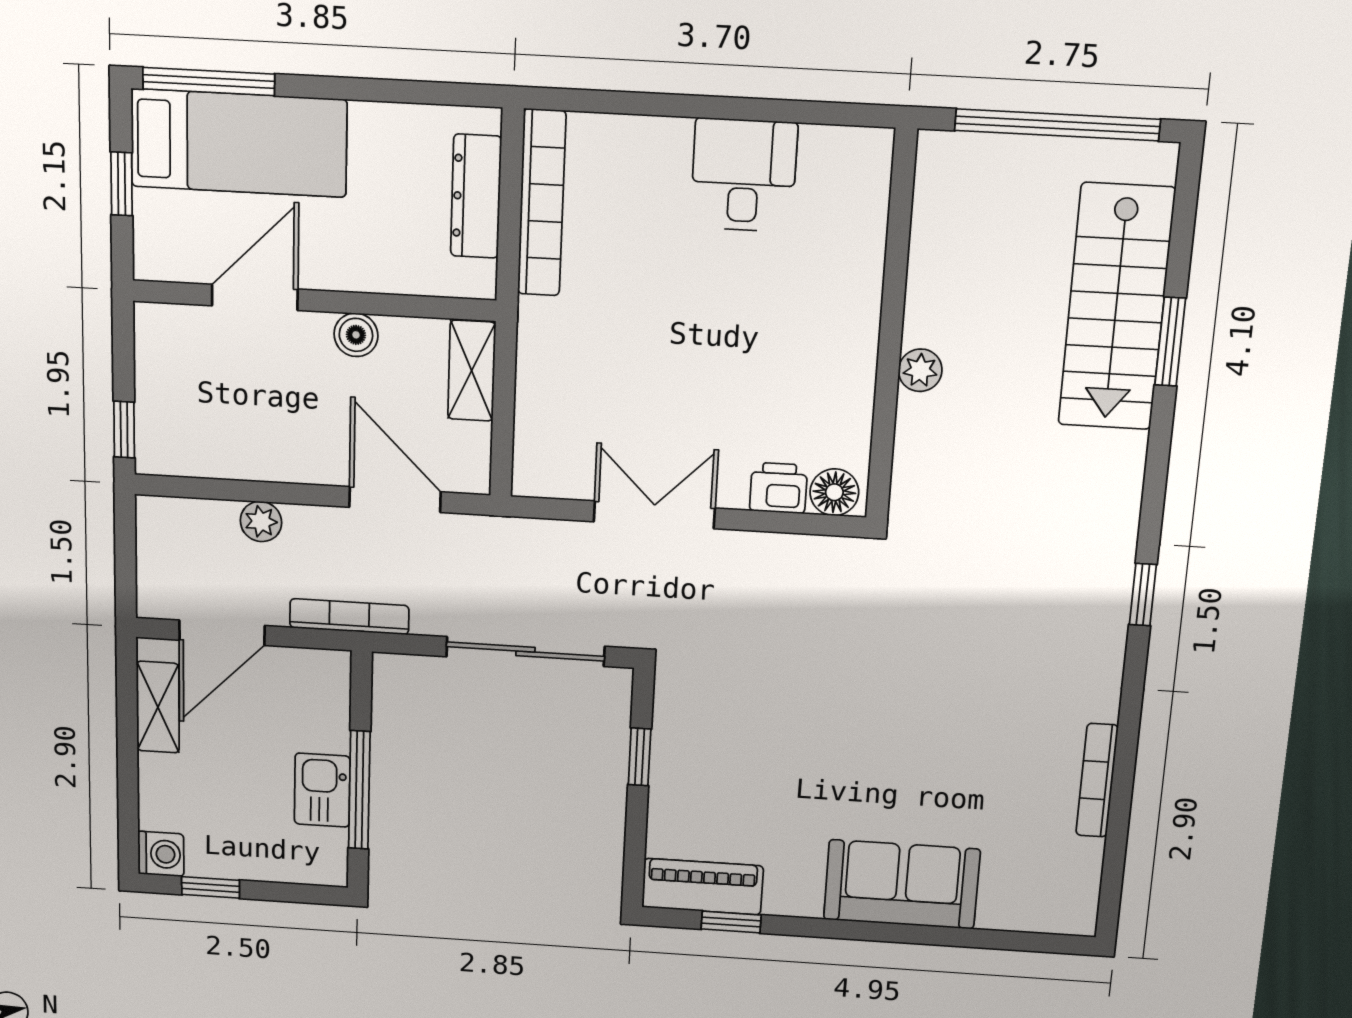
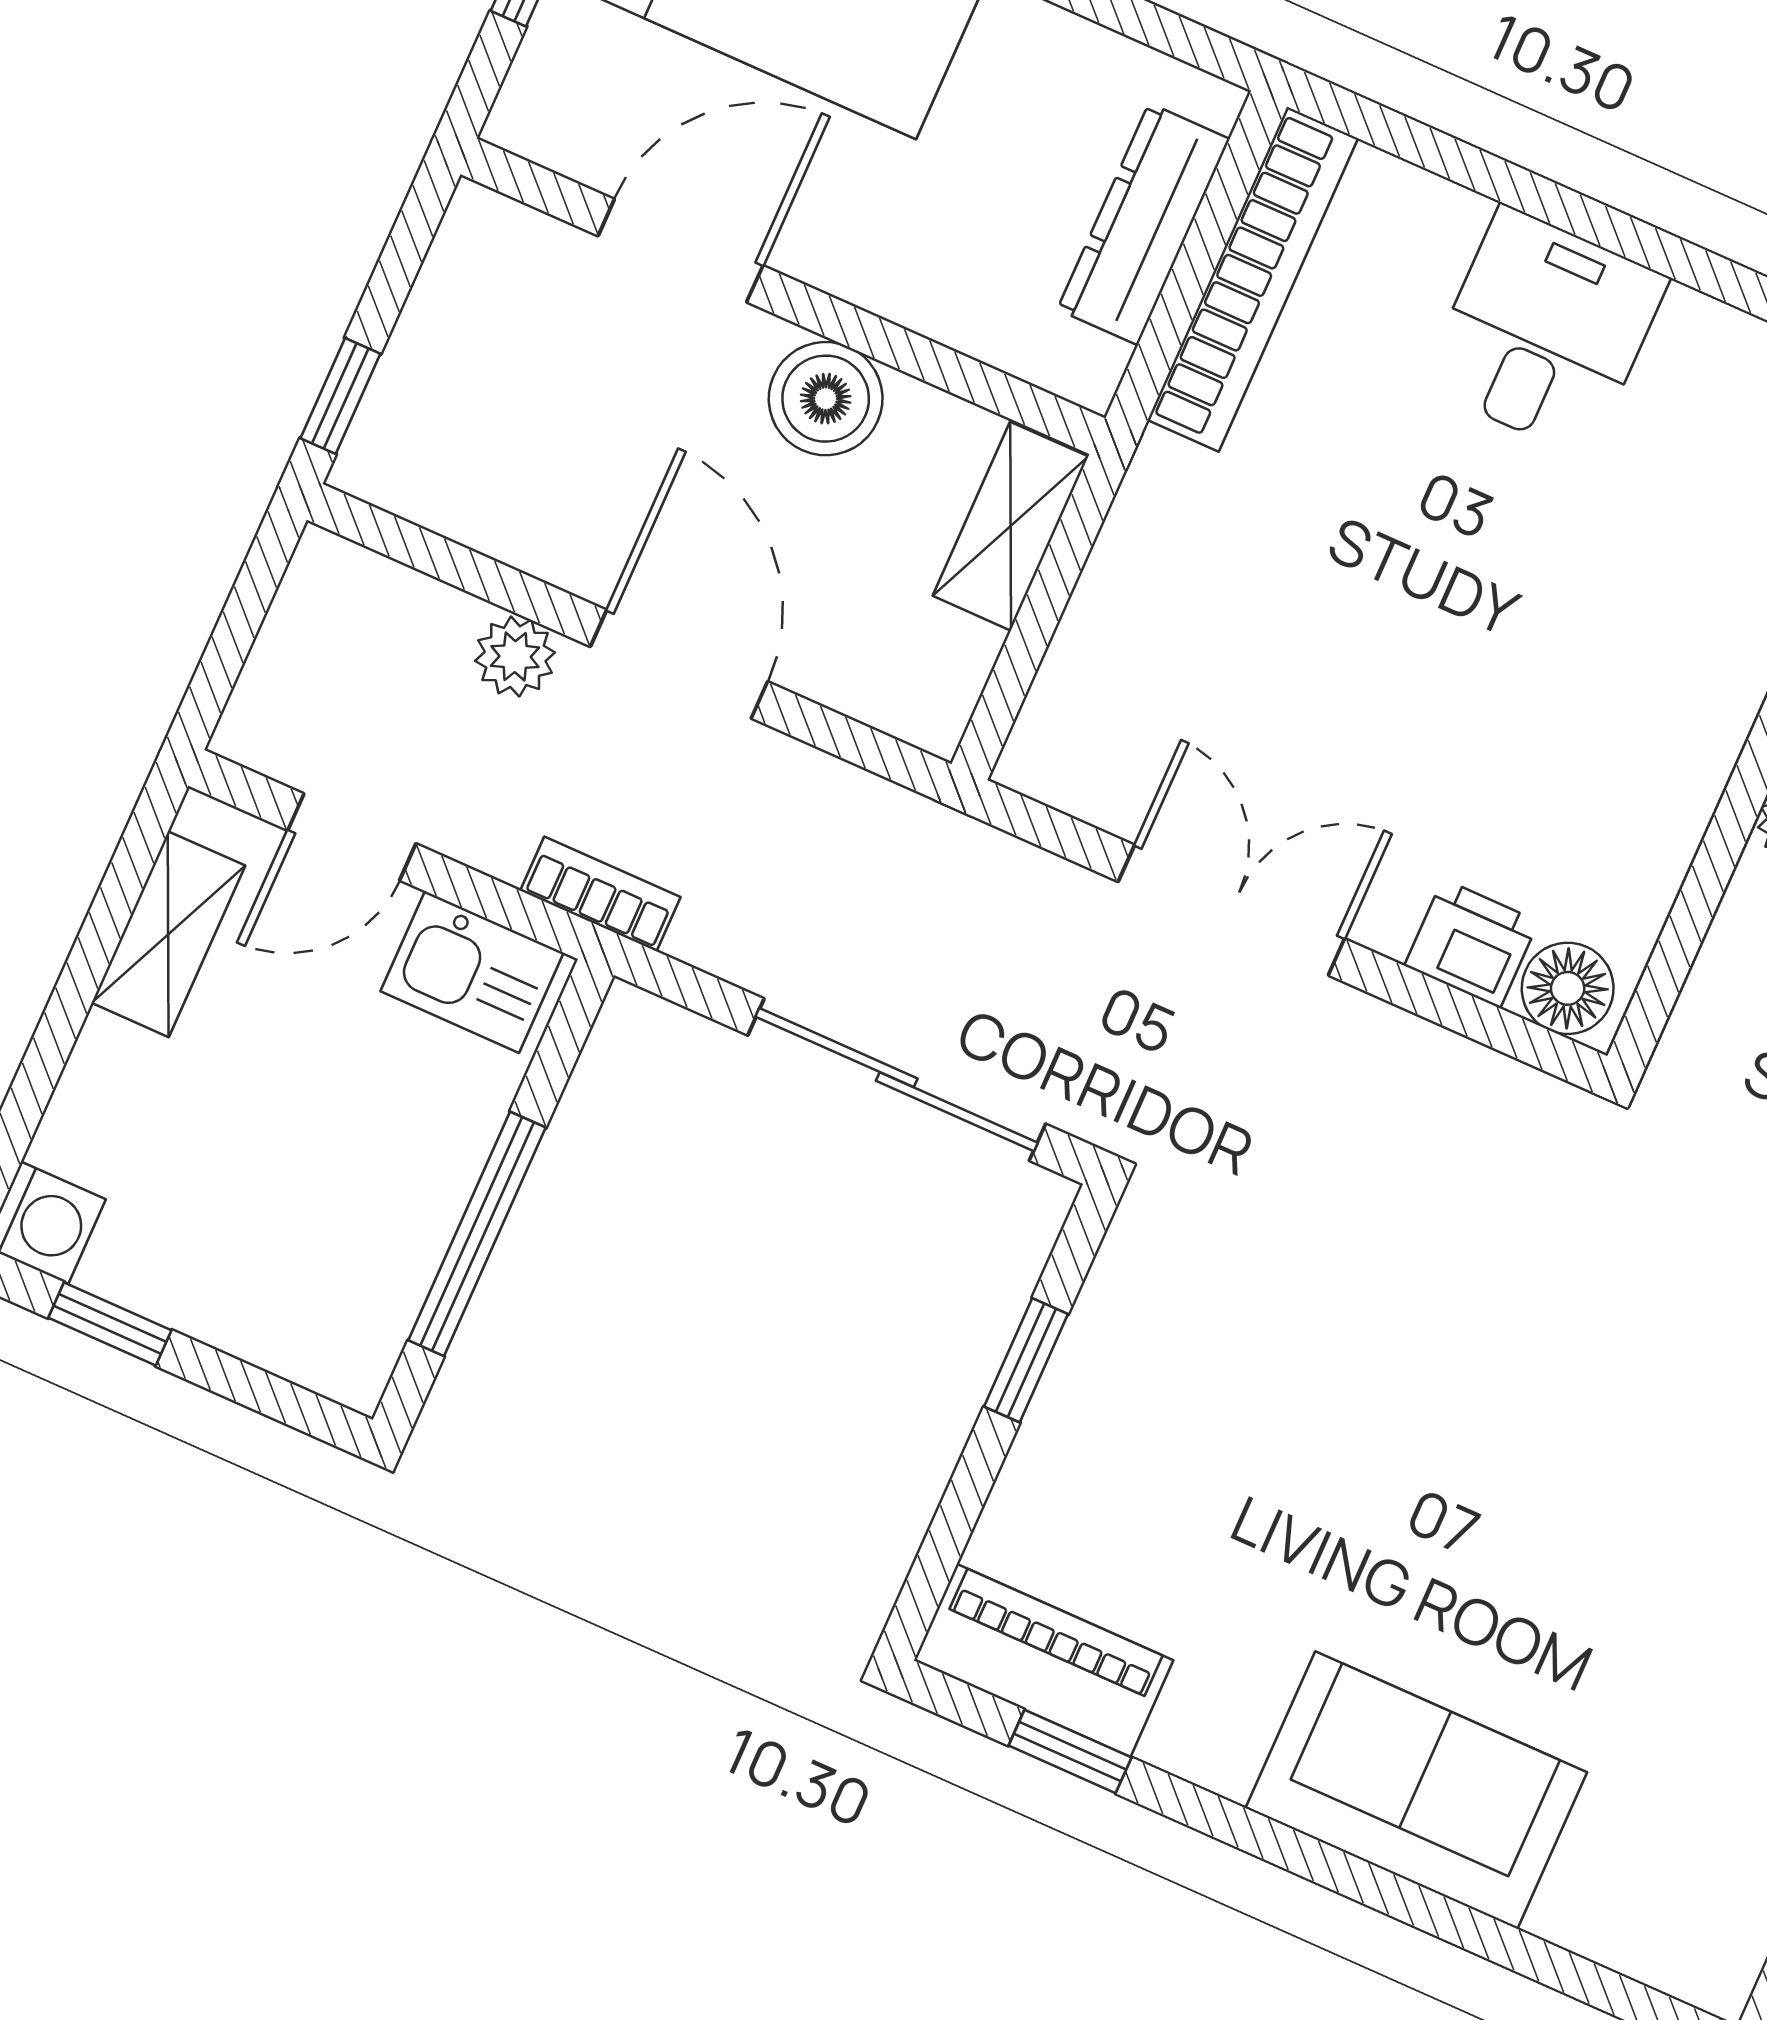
desk: (744, 175) -> (1545, 332), moved
boiler: (356, 335) -> (826, 399), width x1.36, depth x1.36
door: (395, 500) -> (679, 664), moved
bookcase: (349, 617) -> (600, 894), width x0.64
door: (222, 633) -> (352, 837), width x0.73
kitchen sink: (322, 790) -> (472, 972), moved, turned -90

